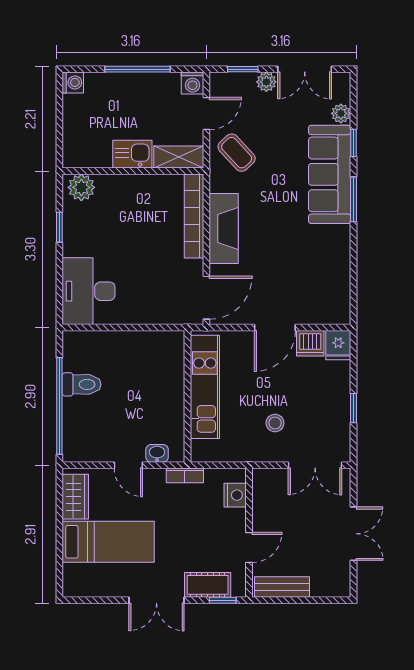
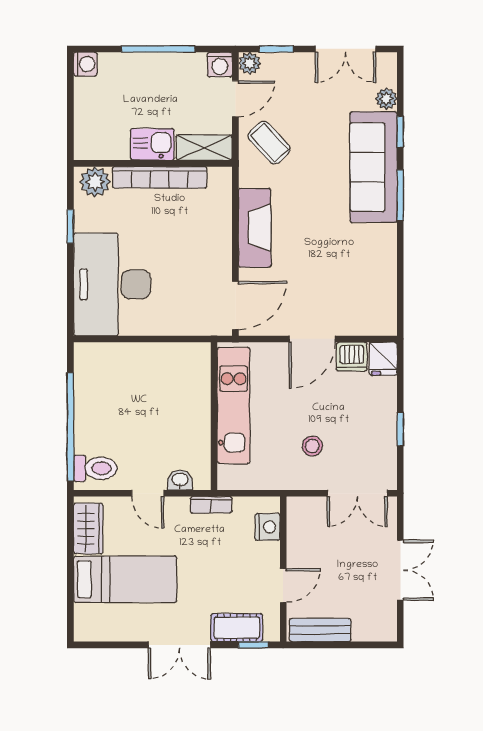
plant: (266, 82) -> (250, 63), moved
bookcase: (194, 216) -> (160, 177), moved, turned -90
desk: (89, 291) -> (112, 284), width x1.36, depth x1.30
toilet: (82, 384) -> (95, 468), moved

